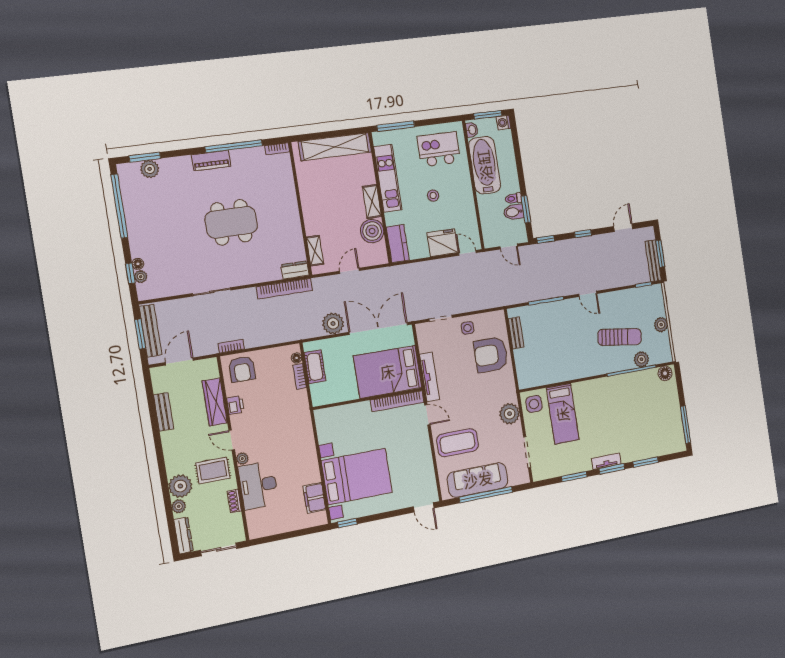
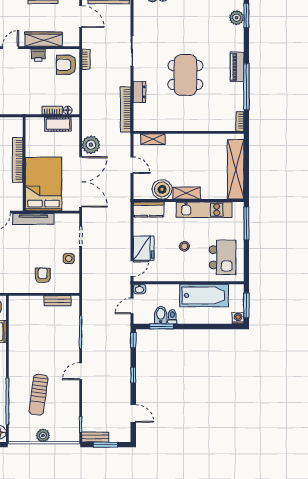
washbasin: (472, 130) -> (139, 289), moved
bench: (653, 261) -> (95, 437), width x0.73
dresser: (295, 270) -> (139, 92), moved
armchair: (491, 355) -> (43, 275), width x0.53, depth x0.53
plant: (641, 359) -> (16, 412), removed
bookcase: (397, 401) -> (18, 160), moved

